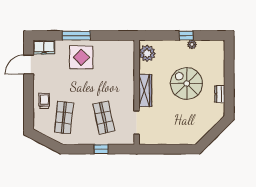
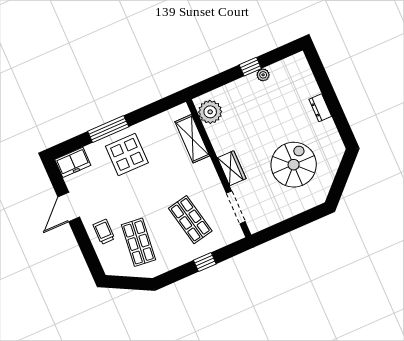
door: (29, 65) -> (69, 207), moved
shelving: (128, 66) -> (192, 139), added
spiral stairs: (187, 83) -> (294, 165), moved, turned 90
wardrobe: (145, 91) -> (232, 168), width x0.67
dresser: (220, 94) -> (320, 108), moved

